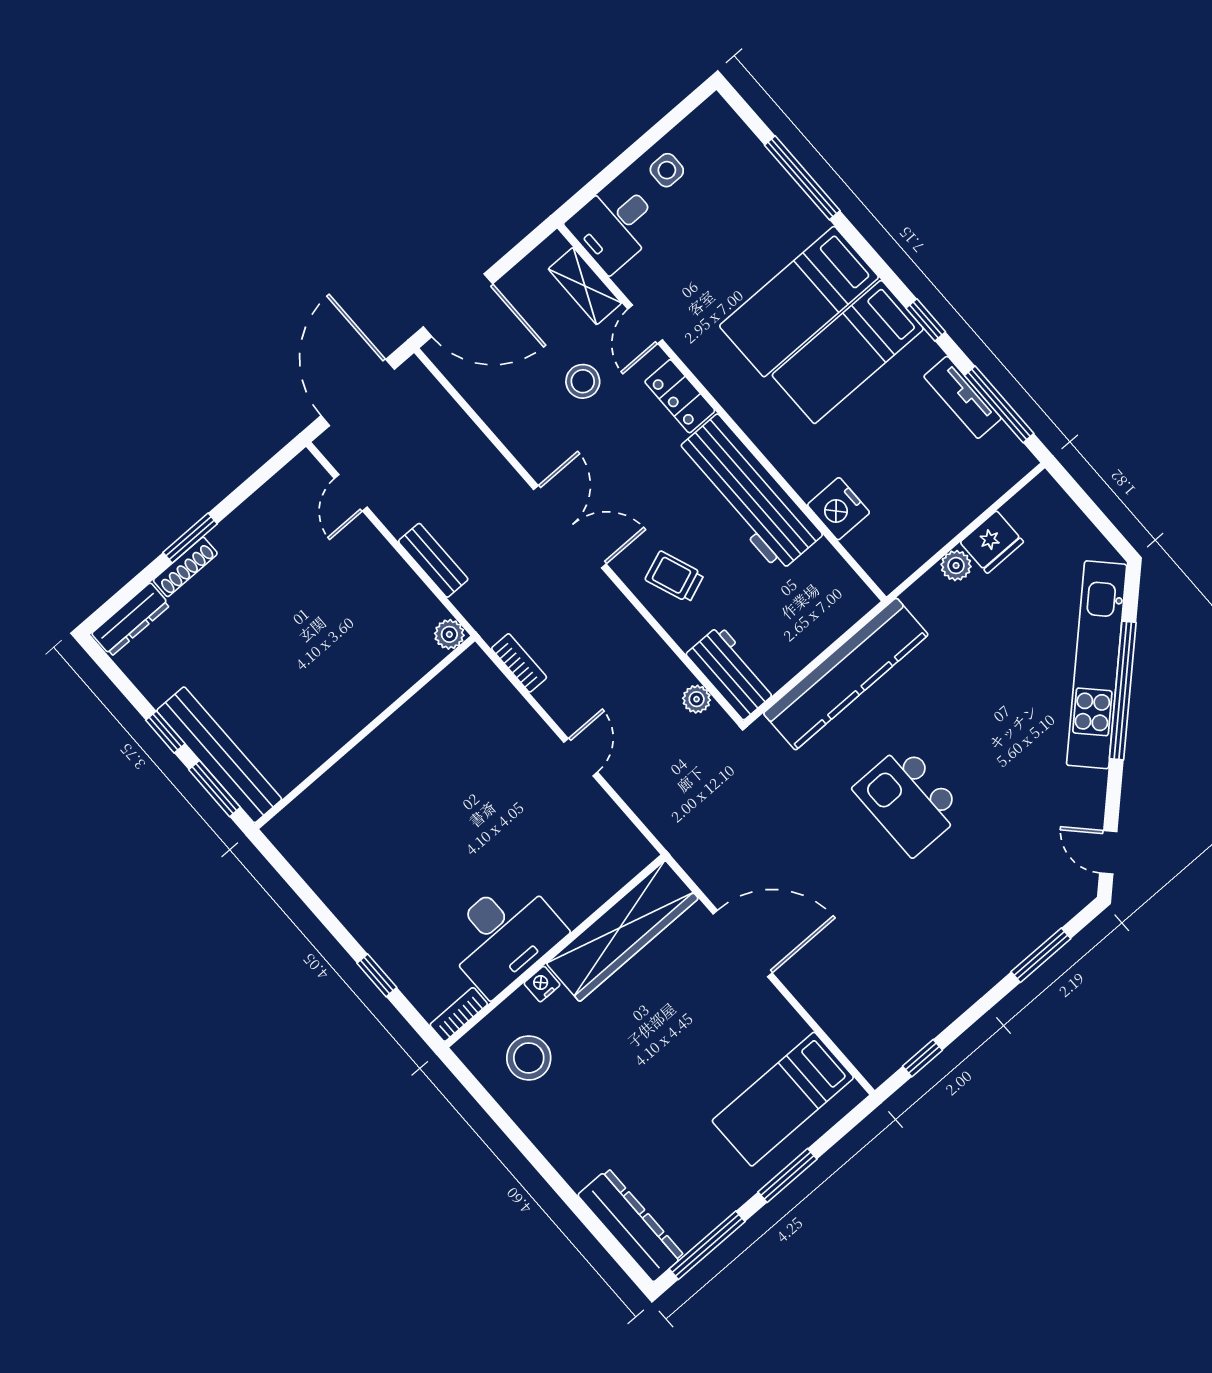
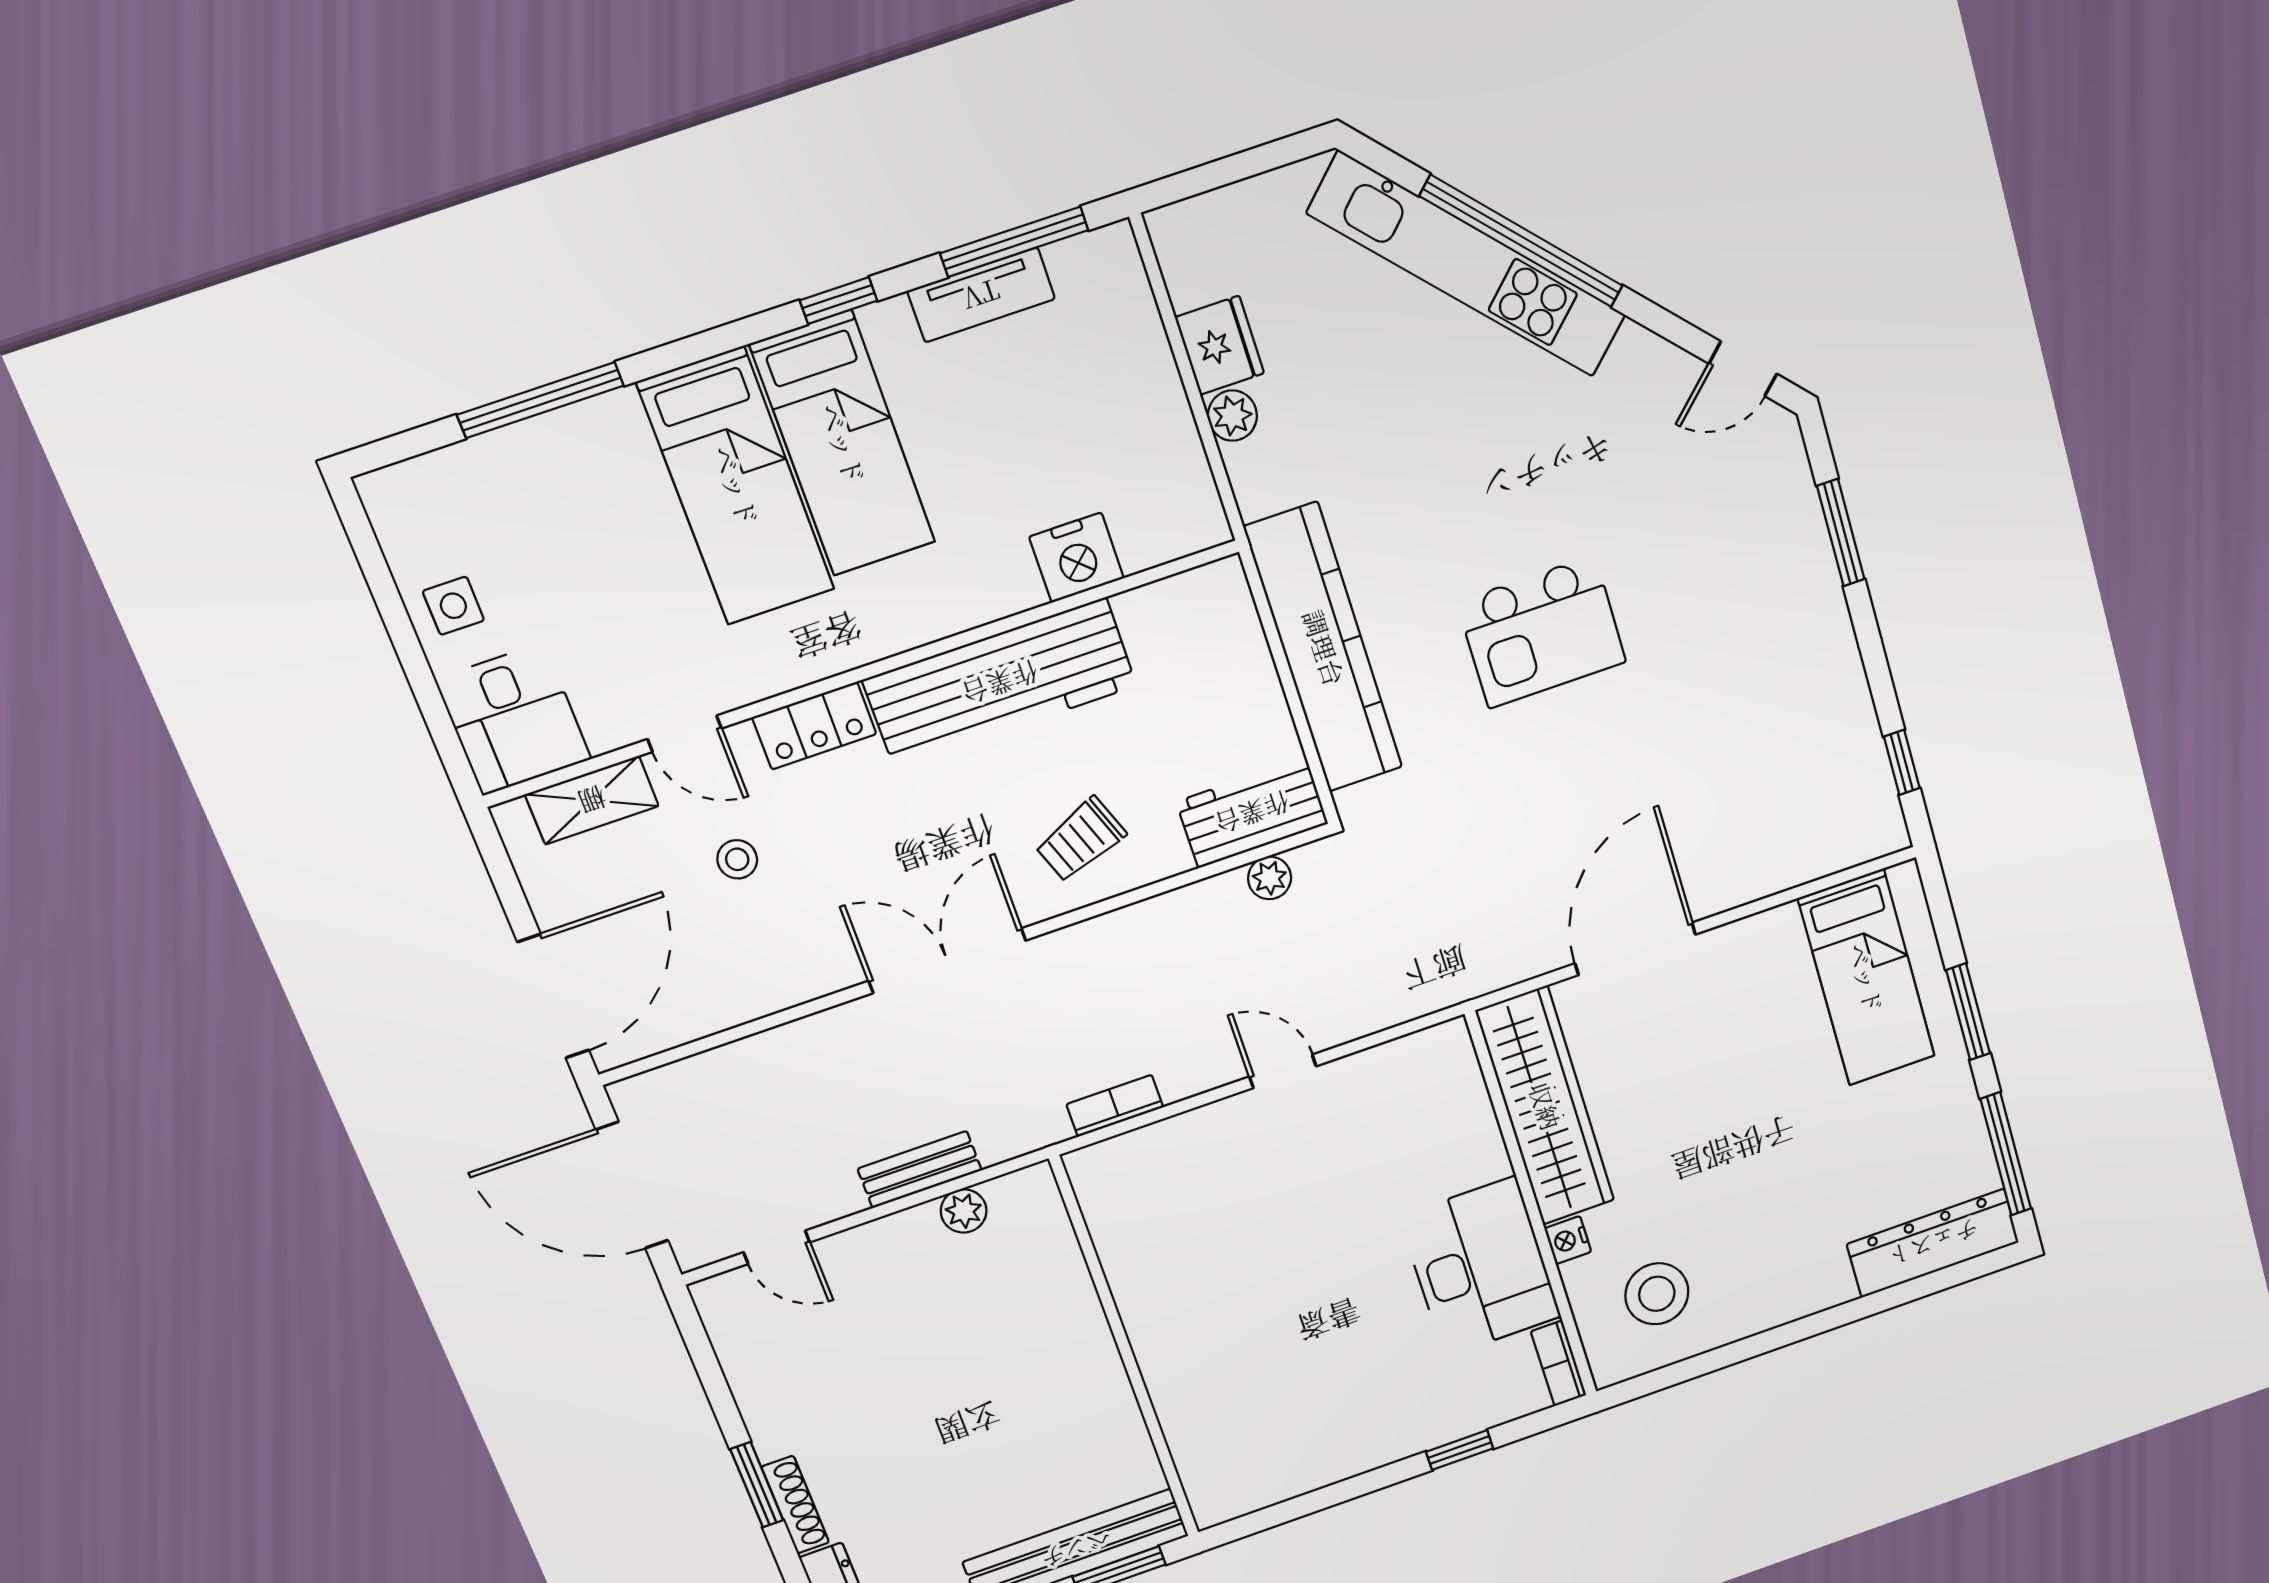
stool: (583, 381) -> (737, 859), width x0.73, depth x0.73
plant: (449, 634) -> (964, 1211), moved

